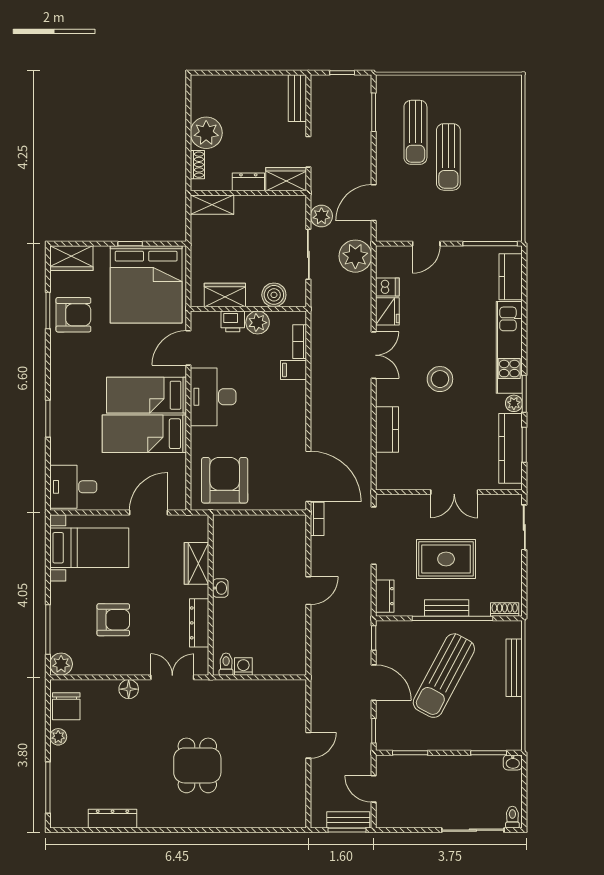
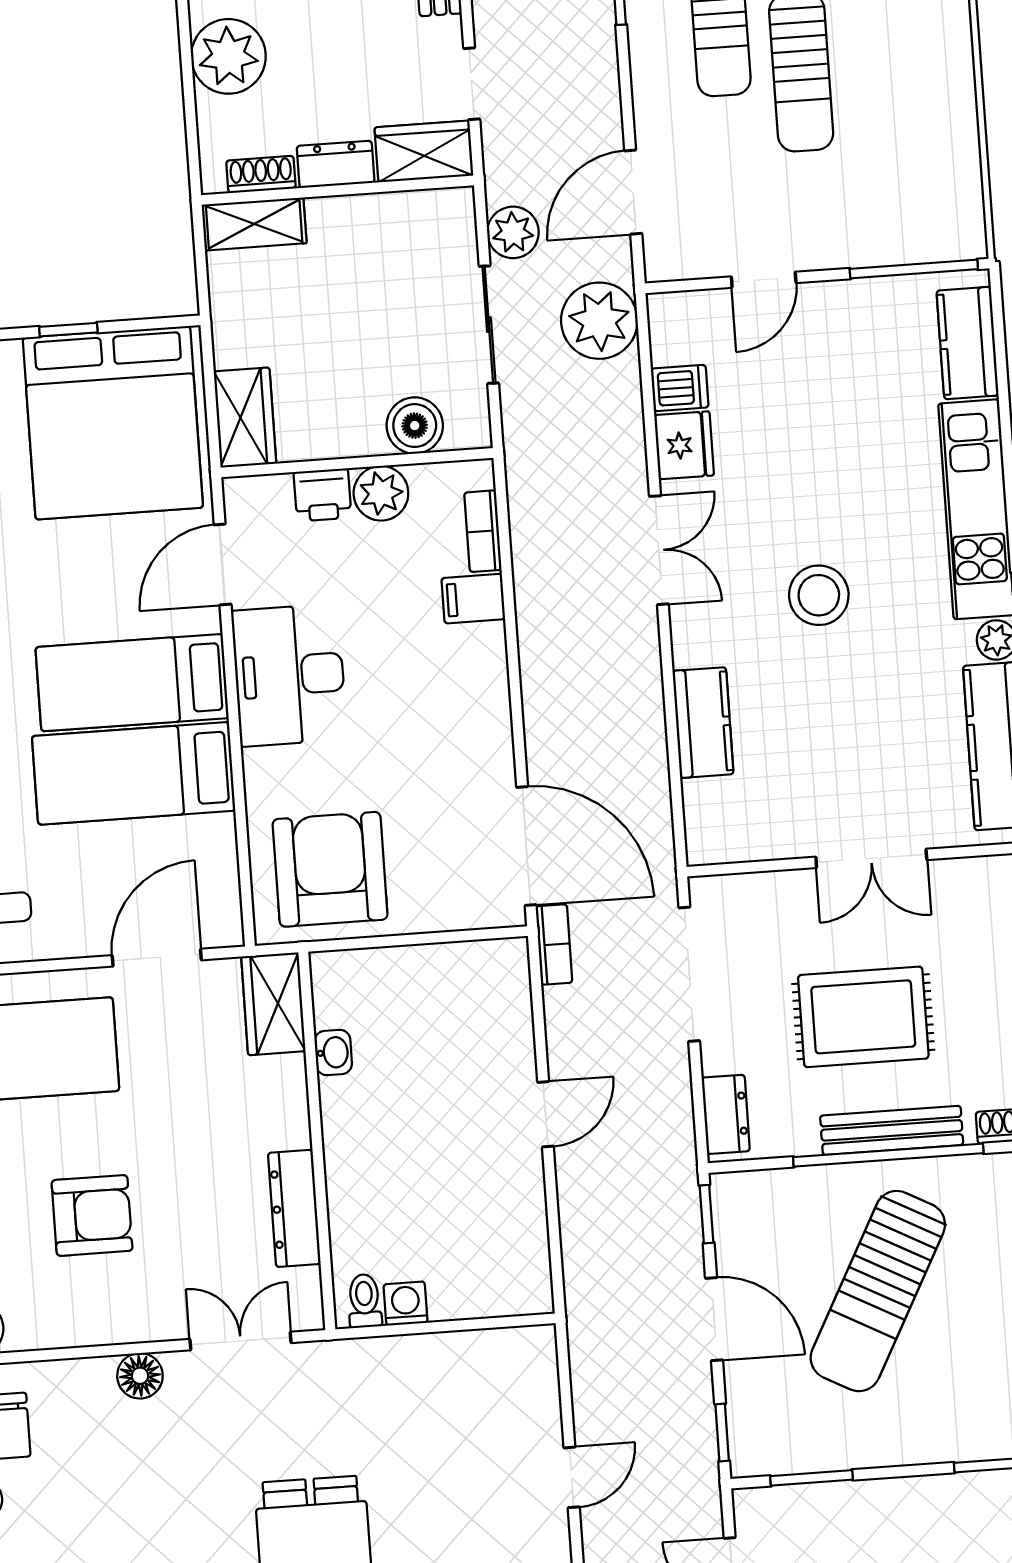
shoe rack: (197, 165) -> (261, 174), moved, turned -90
wardrobe: (225, 295) -> (245, 418), moved, turned 90
wardrobe: (196, 563) -> (273, 1004), moved
washbasin: (220, 588) -> (333, 1052), moved
bench: (447, 608) -> (892, 1130), width x1.36

